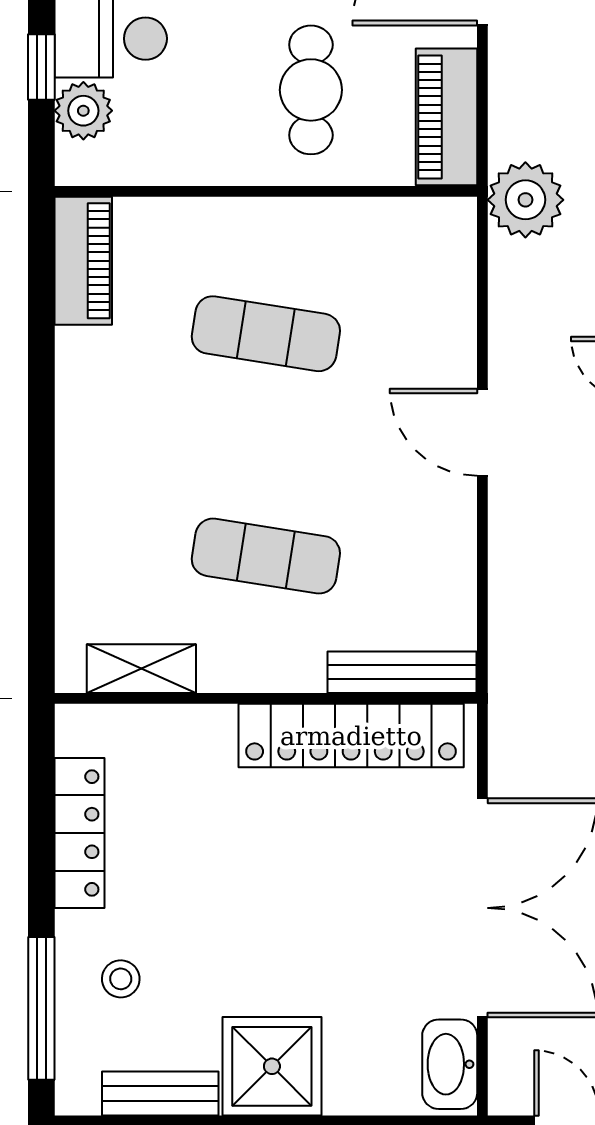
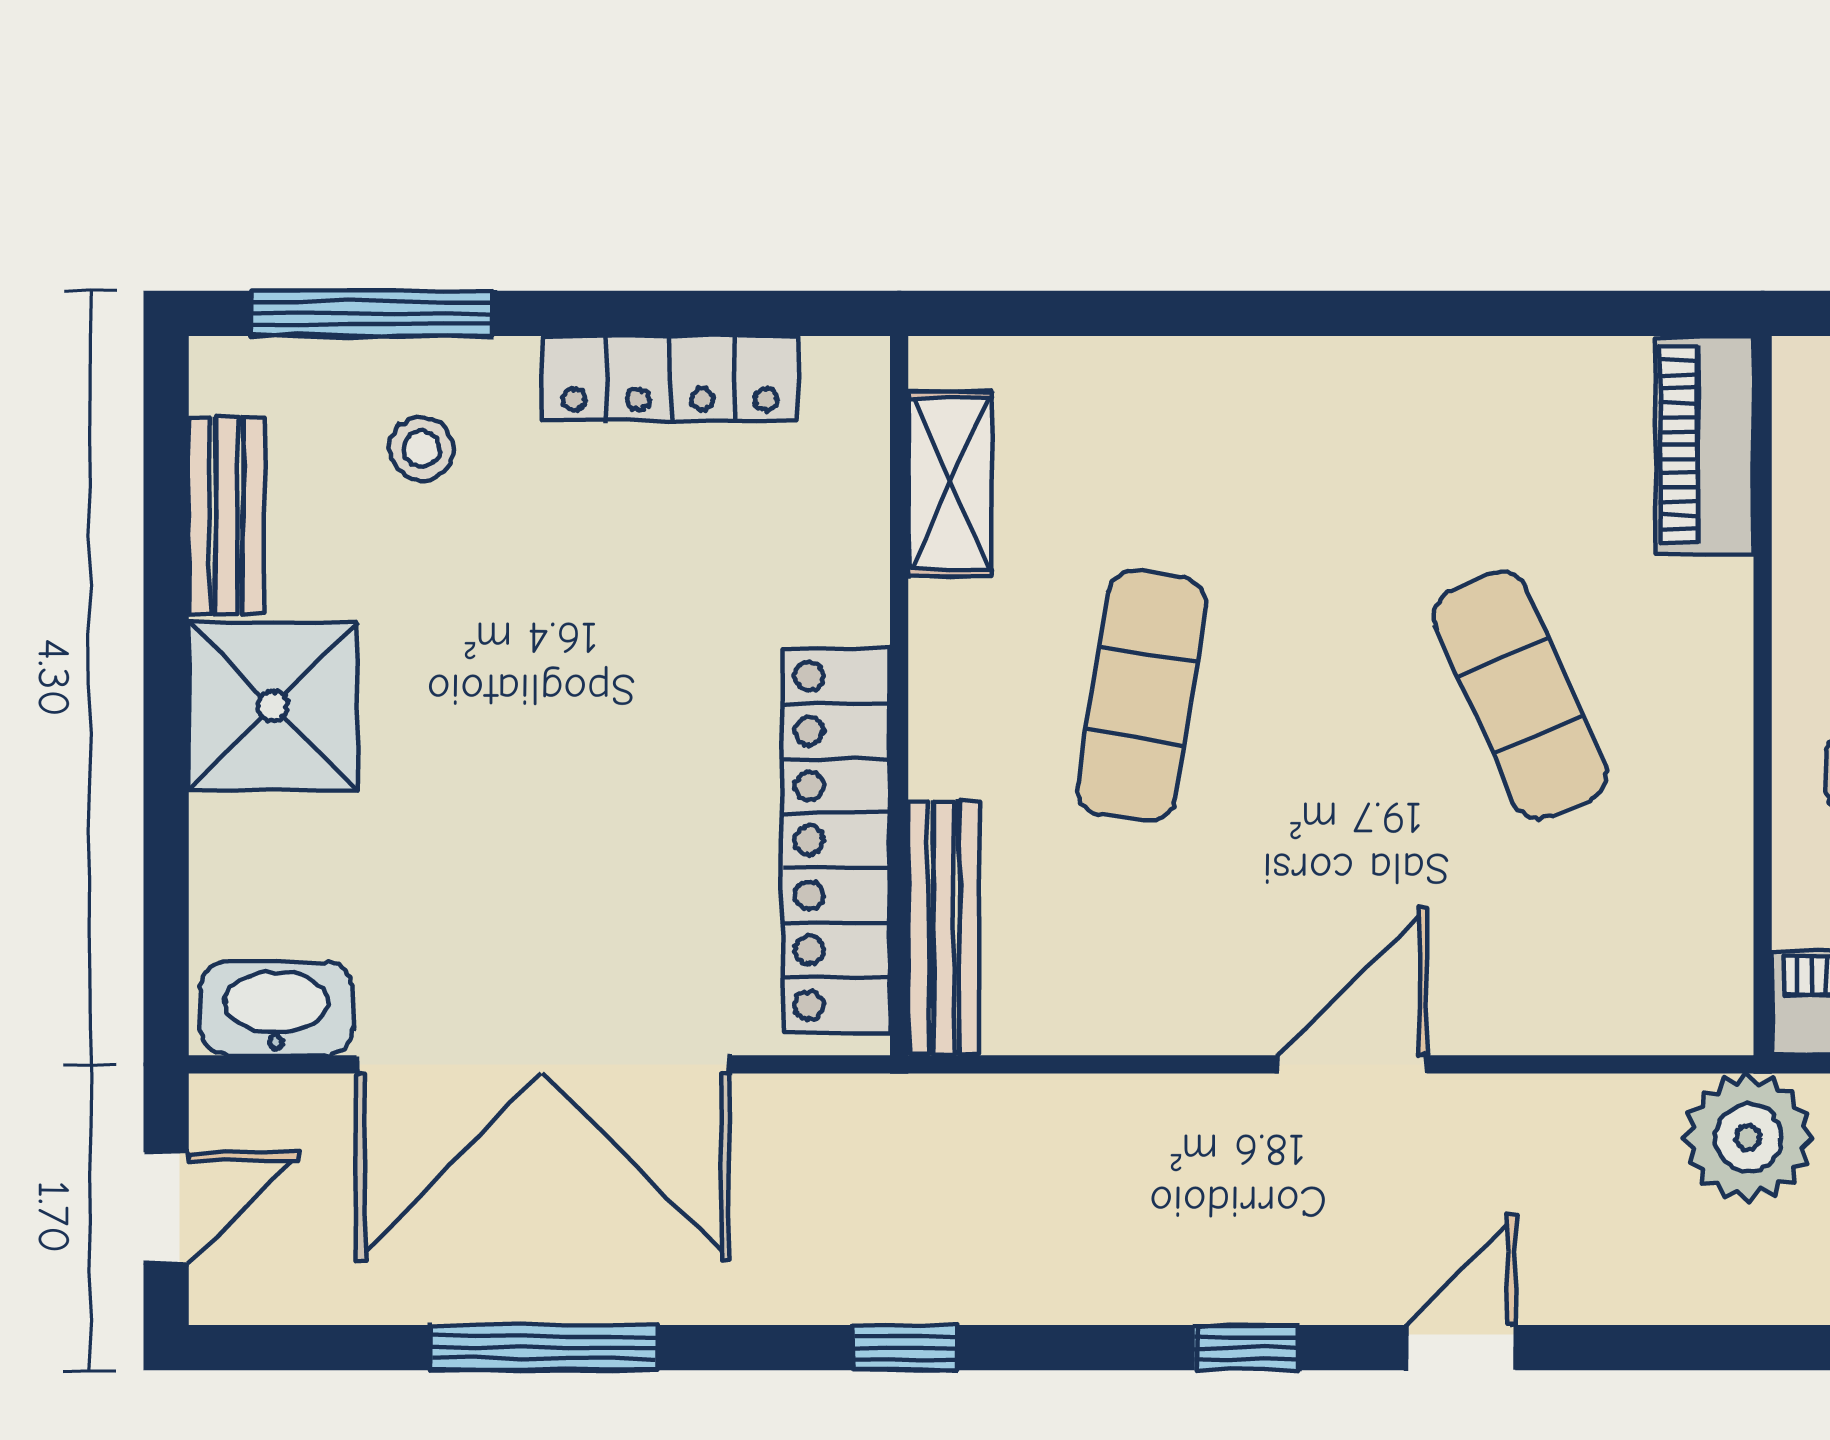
piano: (83, 261) -> (1705, 445), moved, turned 90
exercise mat: (266, 334) -> (1520, 696), turned -33

